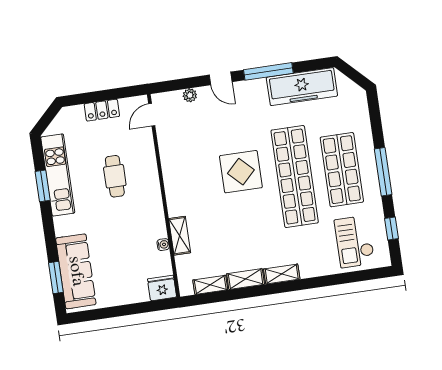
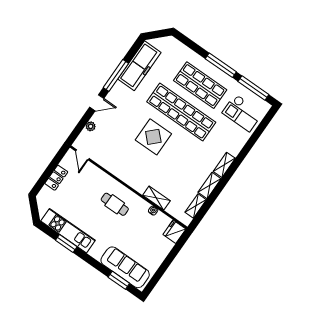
cafe table: (115, 176) -> (115, 204), moved
window: (391, 229) -> (253, 88), width x2.17

